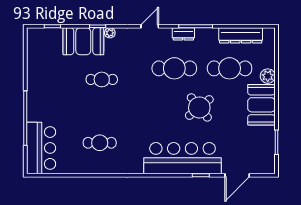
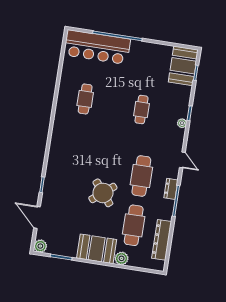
booth: (83, 41) -> (183, 66), moved
bar counter: (41, 148) -> (97, 47), width x1.36
bar counter: (183, 158) -> (60, 171), removed
plant: (268, 167) -> (40, 246), added

